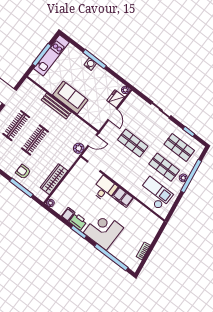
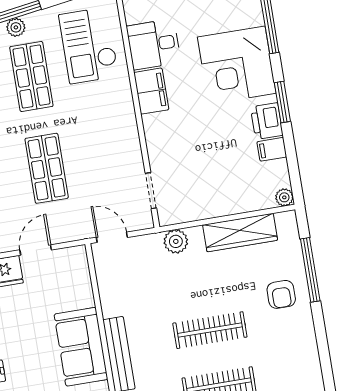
plant: (79, 148) -> (176, 241), moved
desk: (105, 189) -> (154, 44), moved

